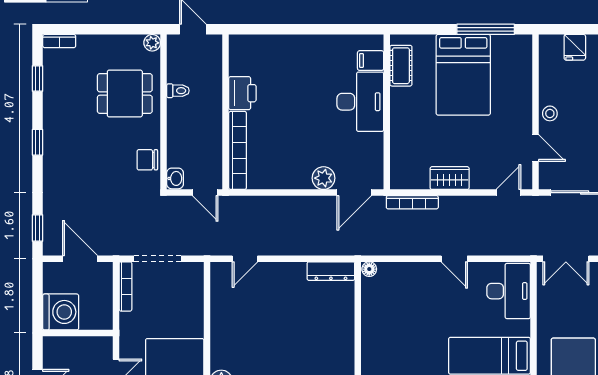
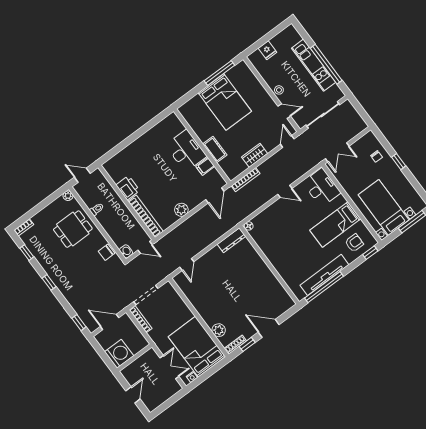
filing cabinet: (371, 61) -> (205, 166), moved
cot: (401, 66) -> (215, 149), moved
plant: (324, 178) -> (181, 210), moved

